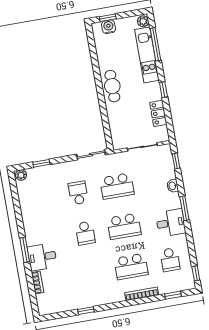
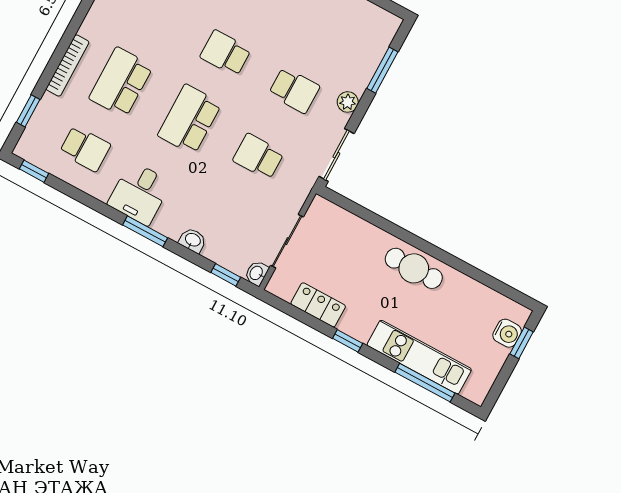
plant: (143, 21) -> (474, 391), removed
washbasin: (165, 149) -> (257, 273), added
window: (41, 163) -> (382, 70), width x1.50
plant: (21, 175) -> (348, 102), moved
school desk: (117, 186) -> (258, 157), width x0.54
school desk: (170, 260) -> (85, 149), turned 180

